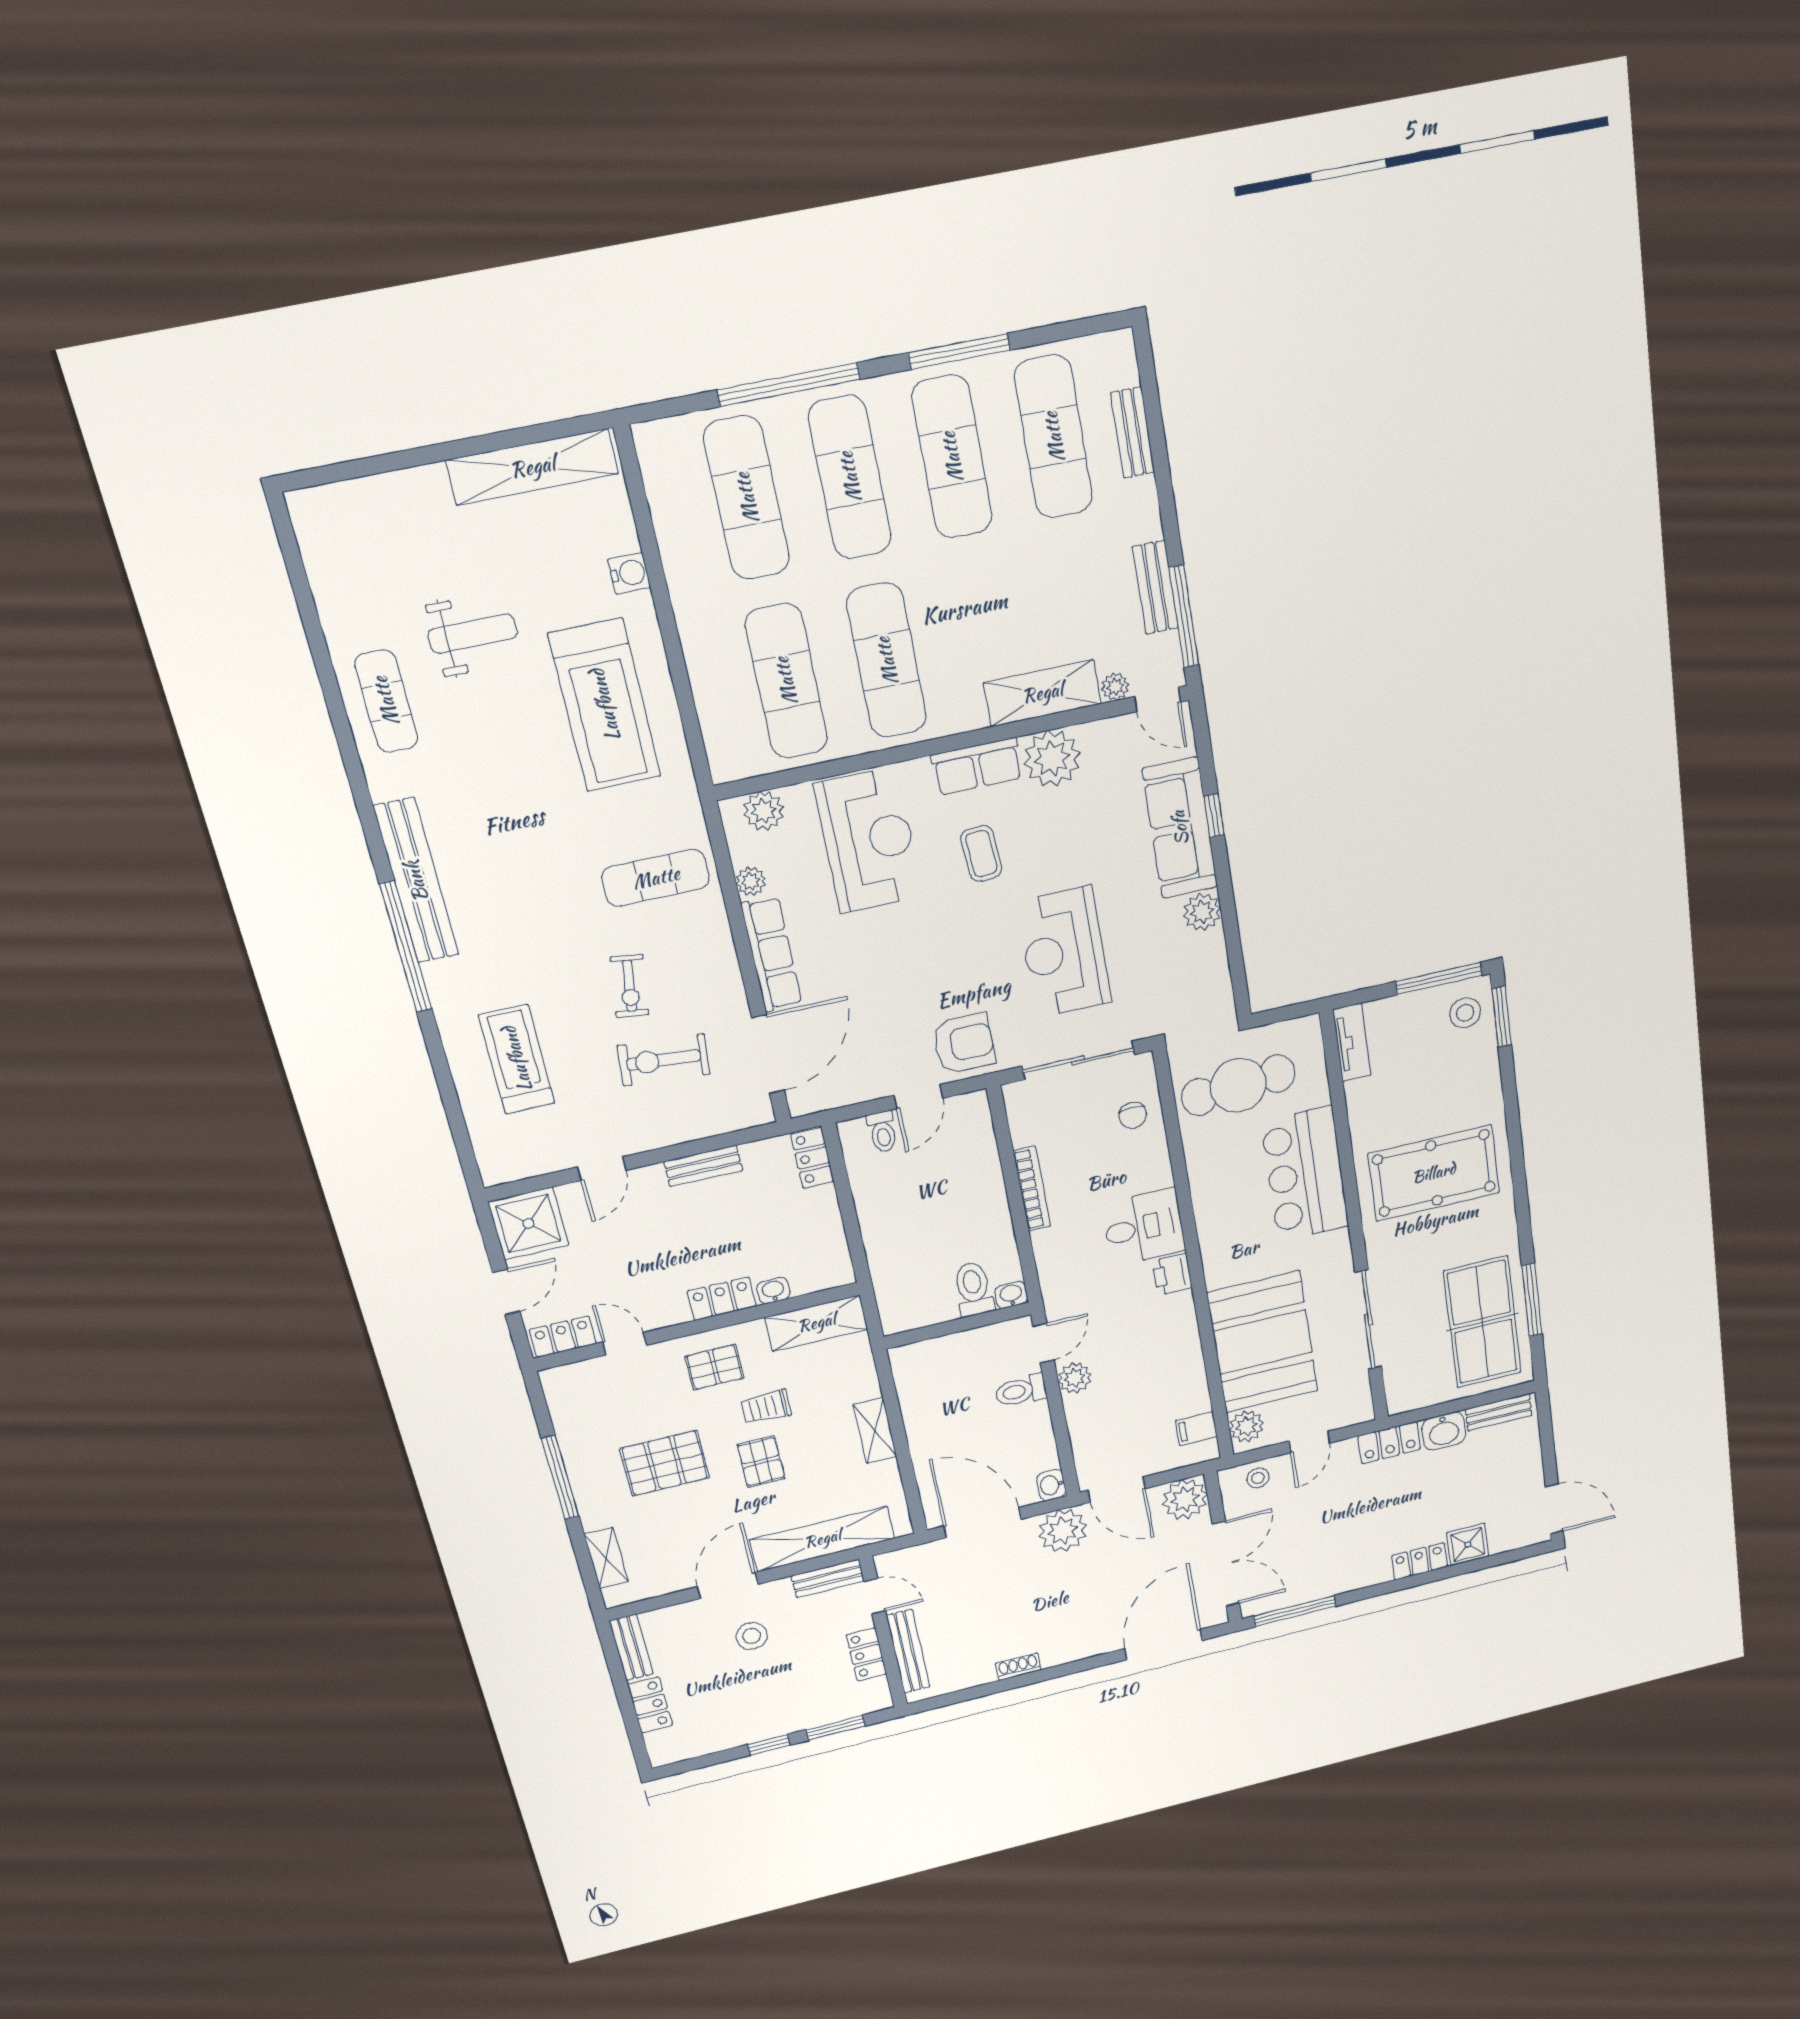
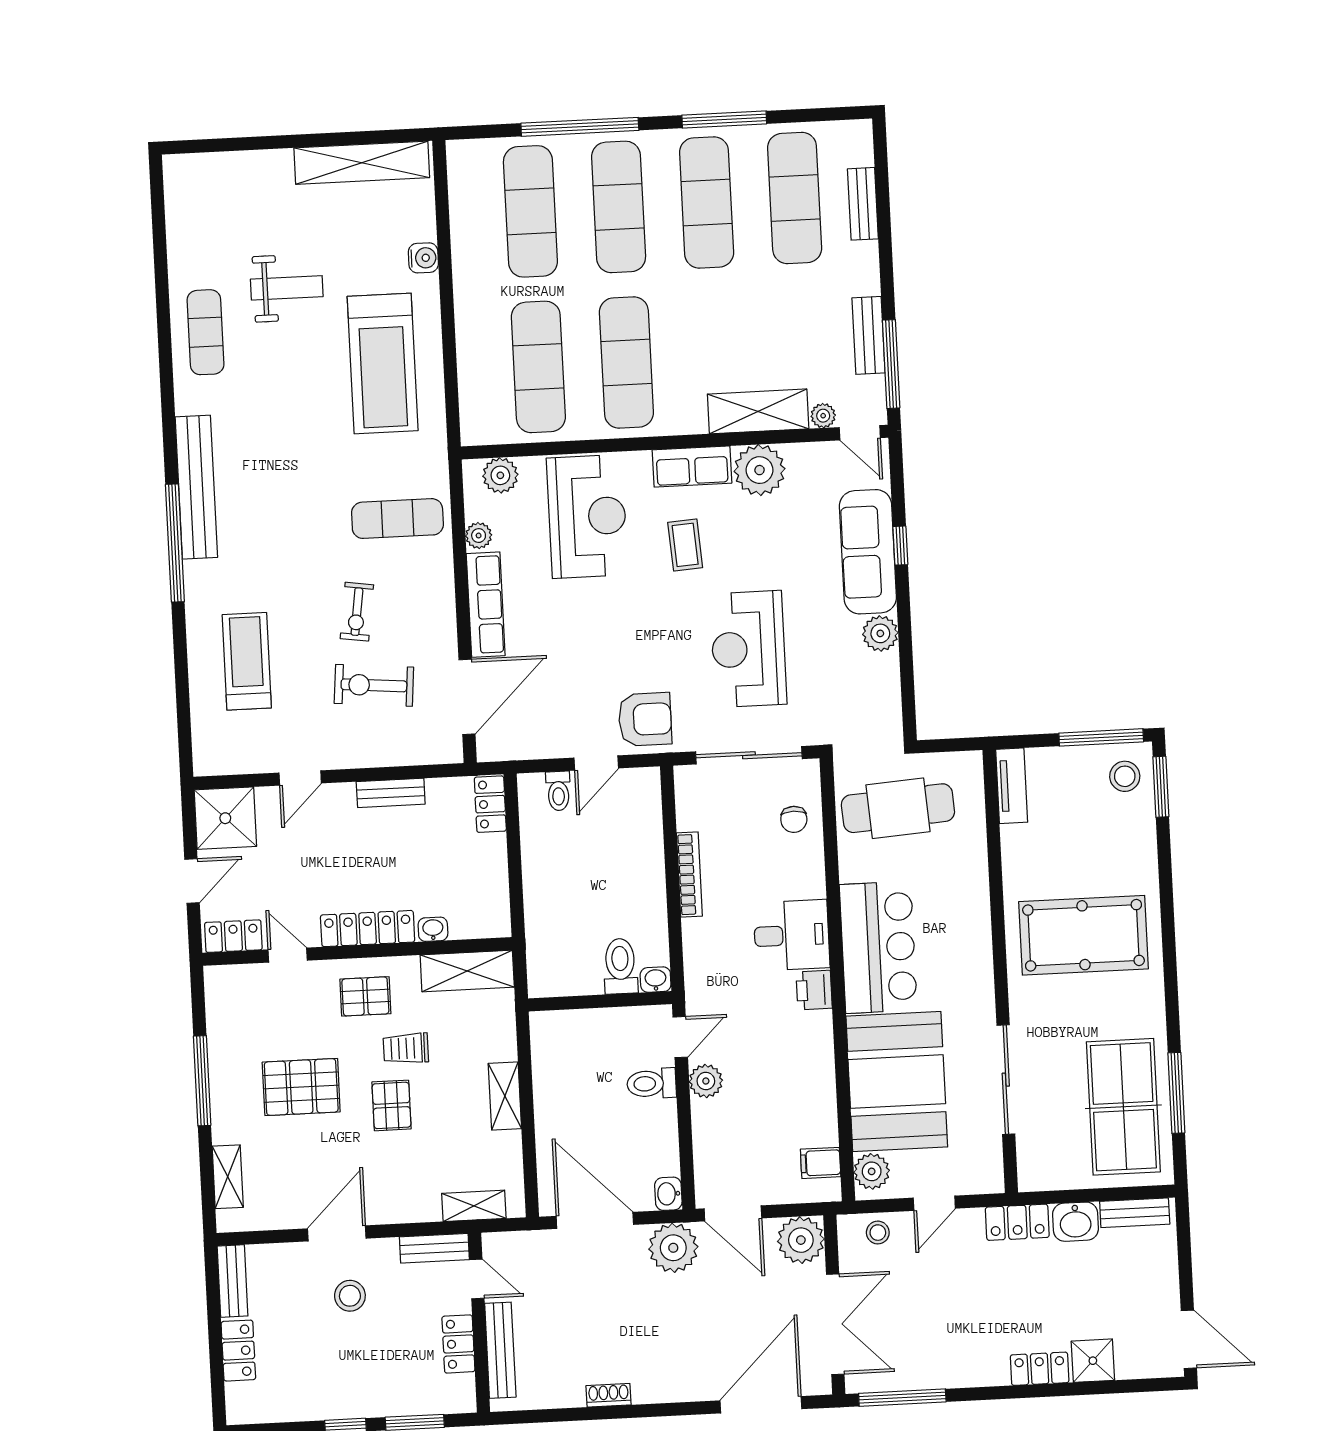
bar counter: (1305, 1174) -> (878, 947), moved, turned 180
locker: (722, 1299) -> (368, 929), width x1.53
shelving: (822, 1539) -> (474, 1206), width x0.45, depth x0.75

